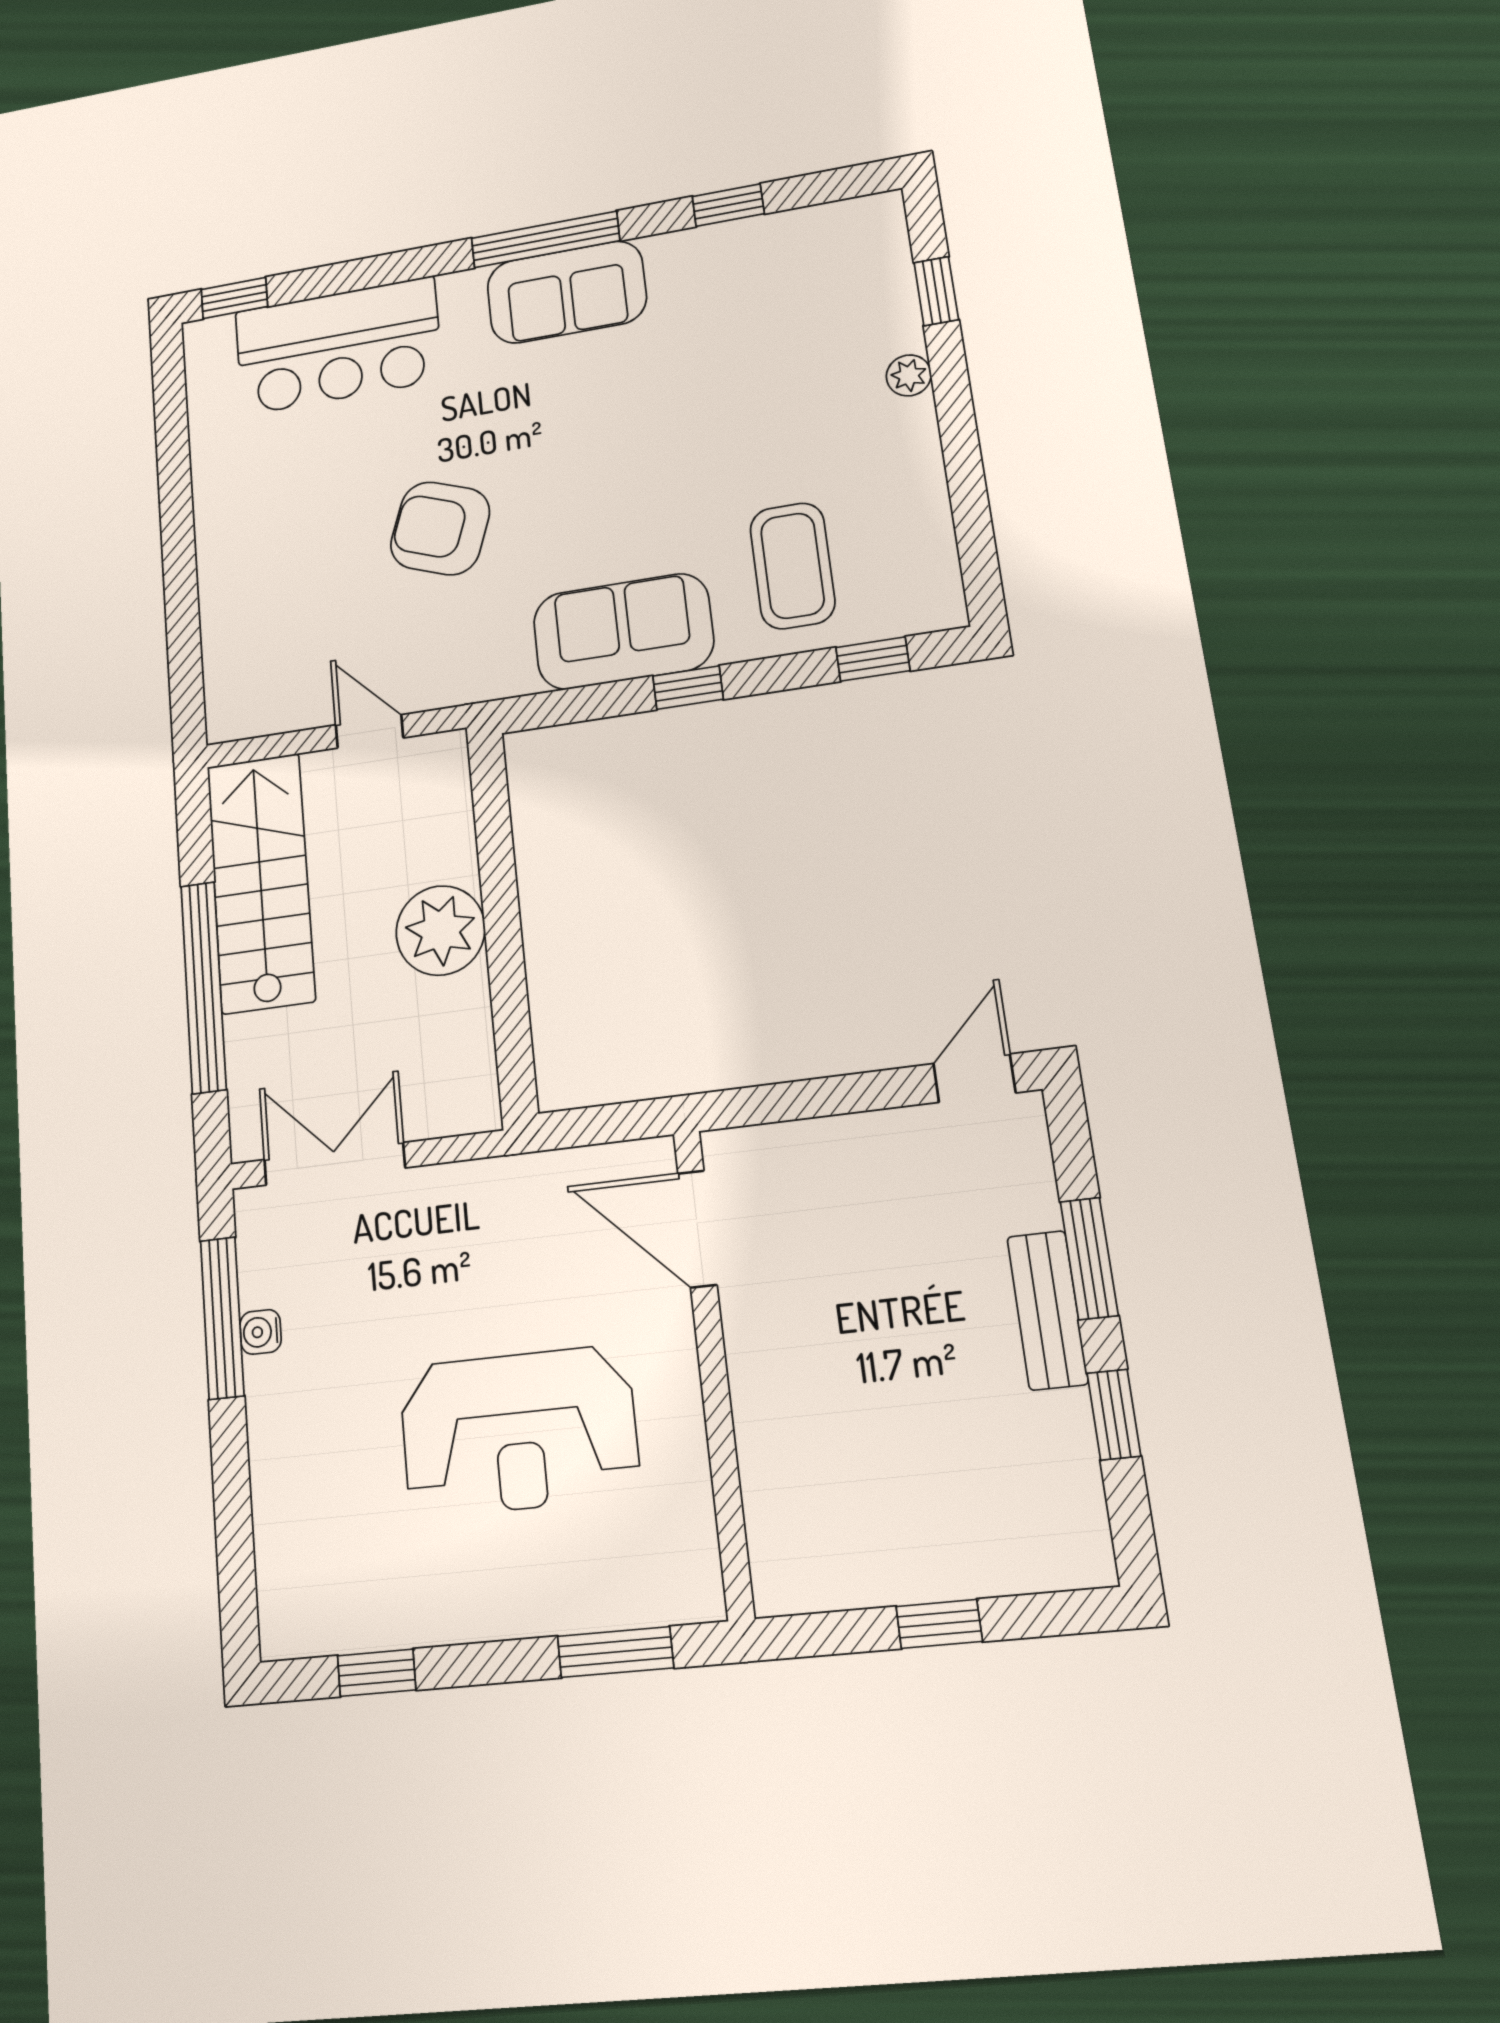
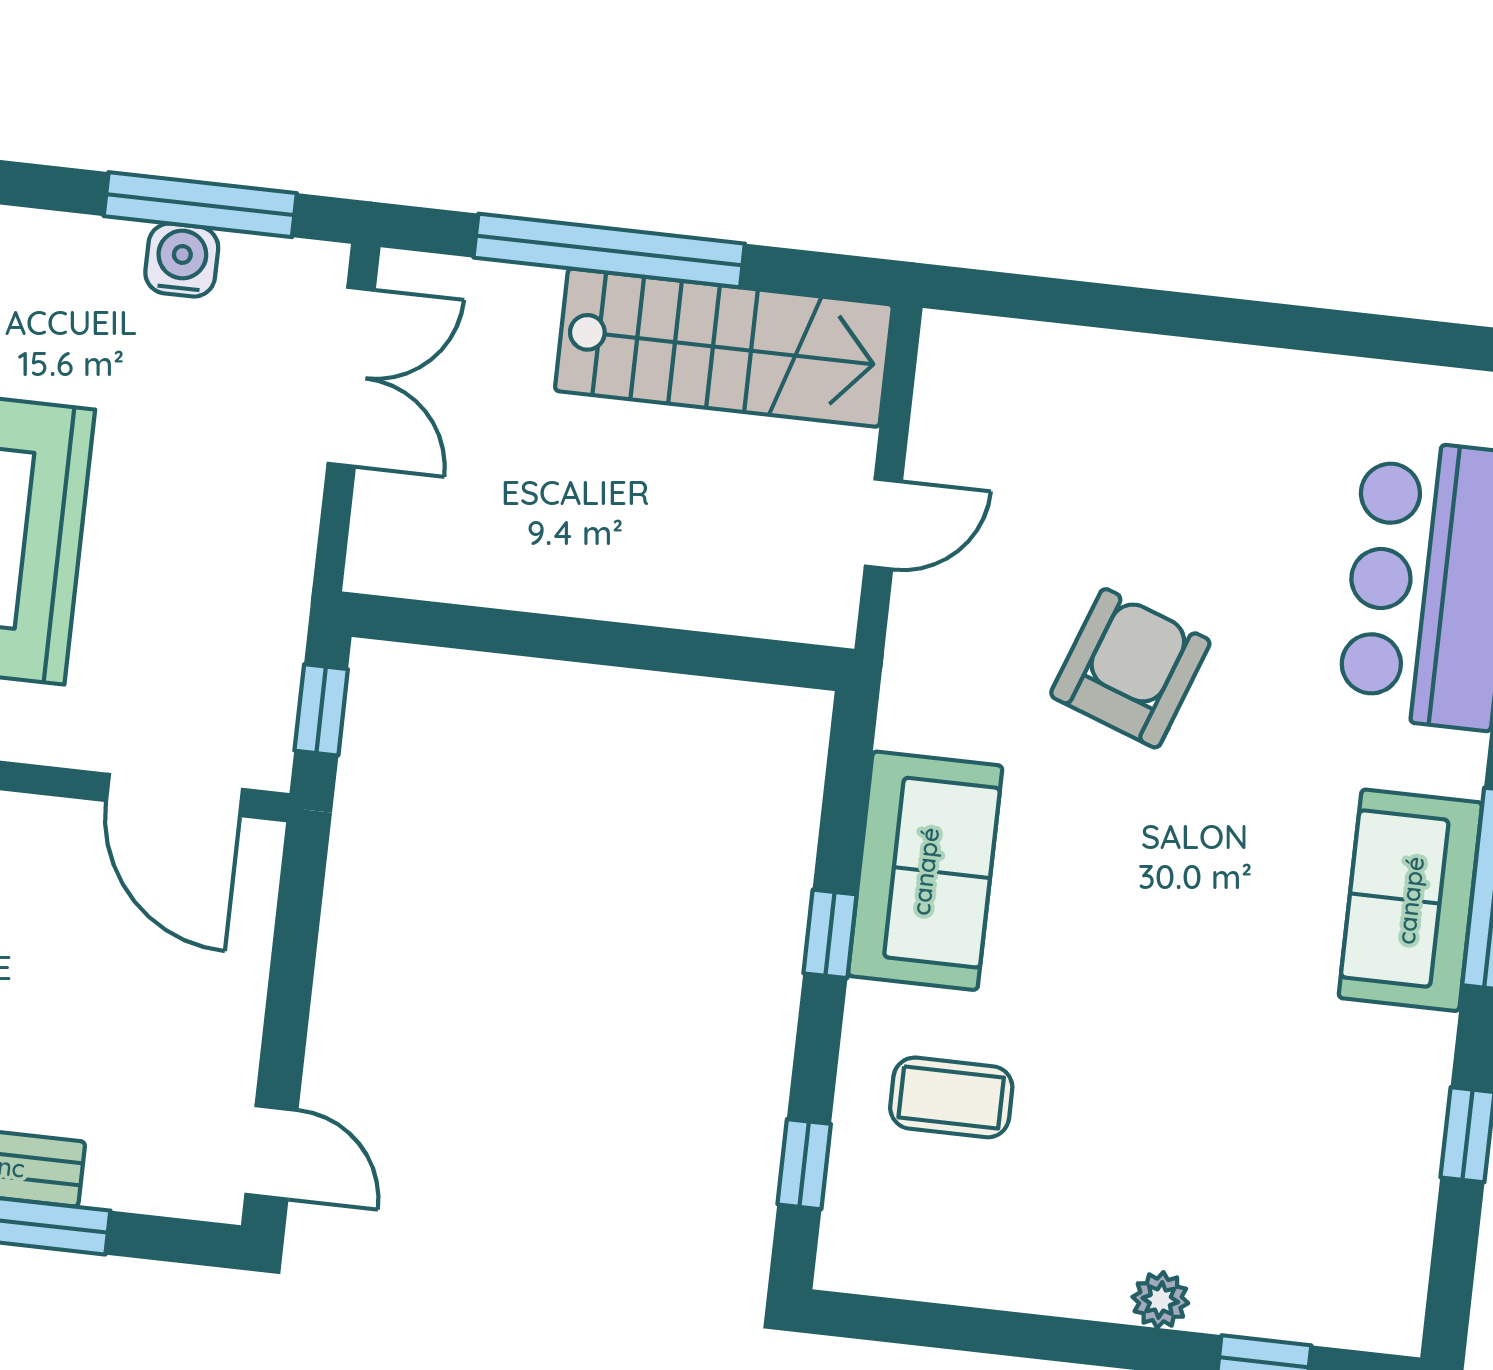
coffee table: (792, 566) -> (951, 1097), width x0.73, depth x0.77
plant: (440, 930) -> (604, 564), removed
window: (601, 1125) -> (321, 710), added
door: (697, 1229) -> (174, 795), swing flipped
water cooler: (261, 1332) -> (182, 260), width x1.38, depth x1.38

